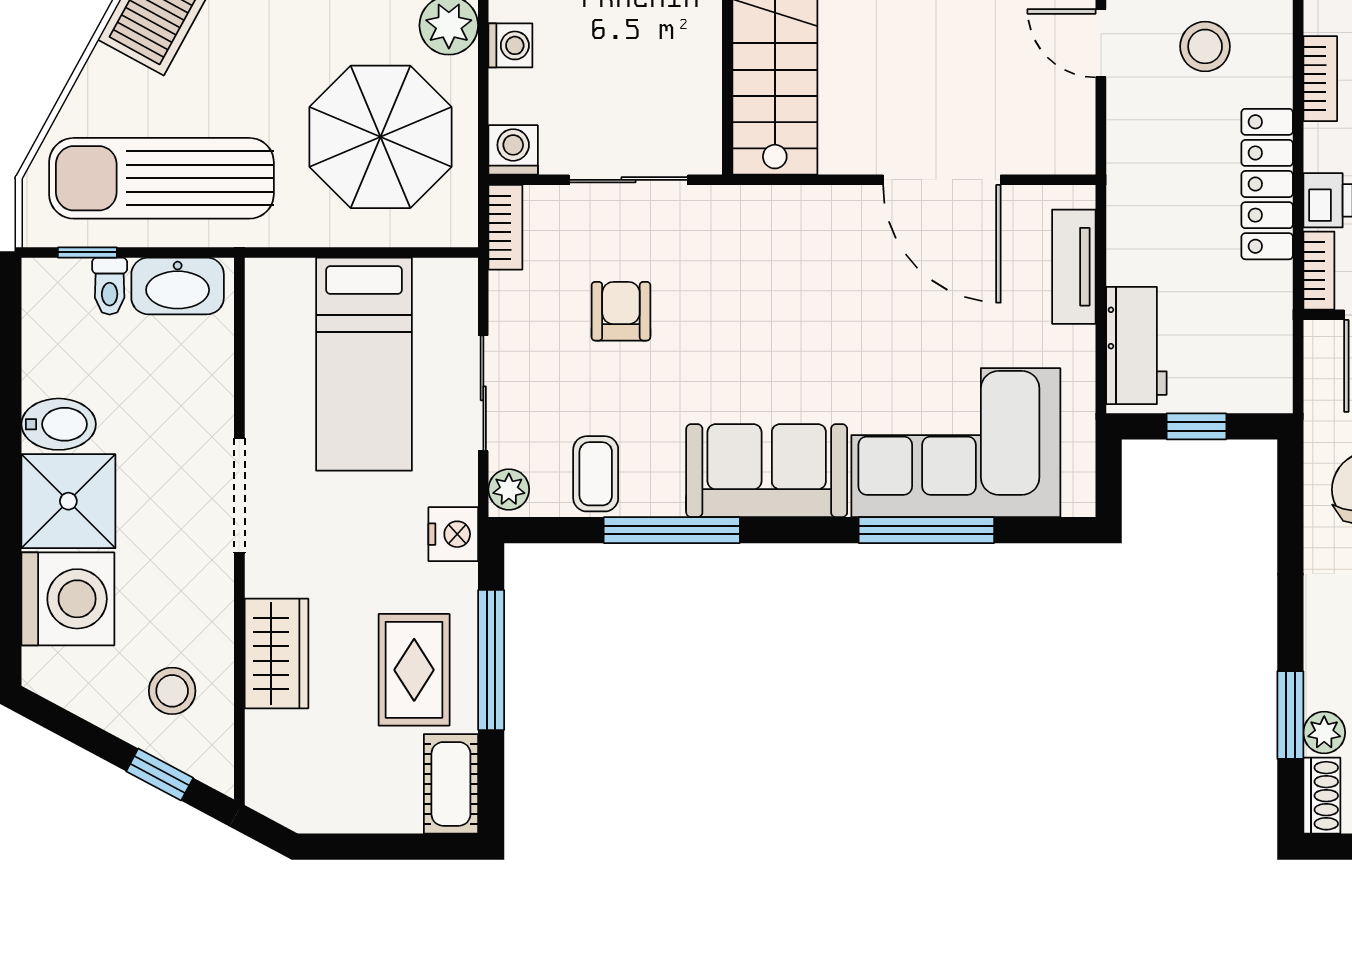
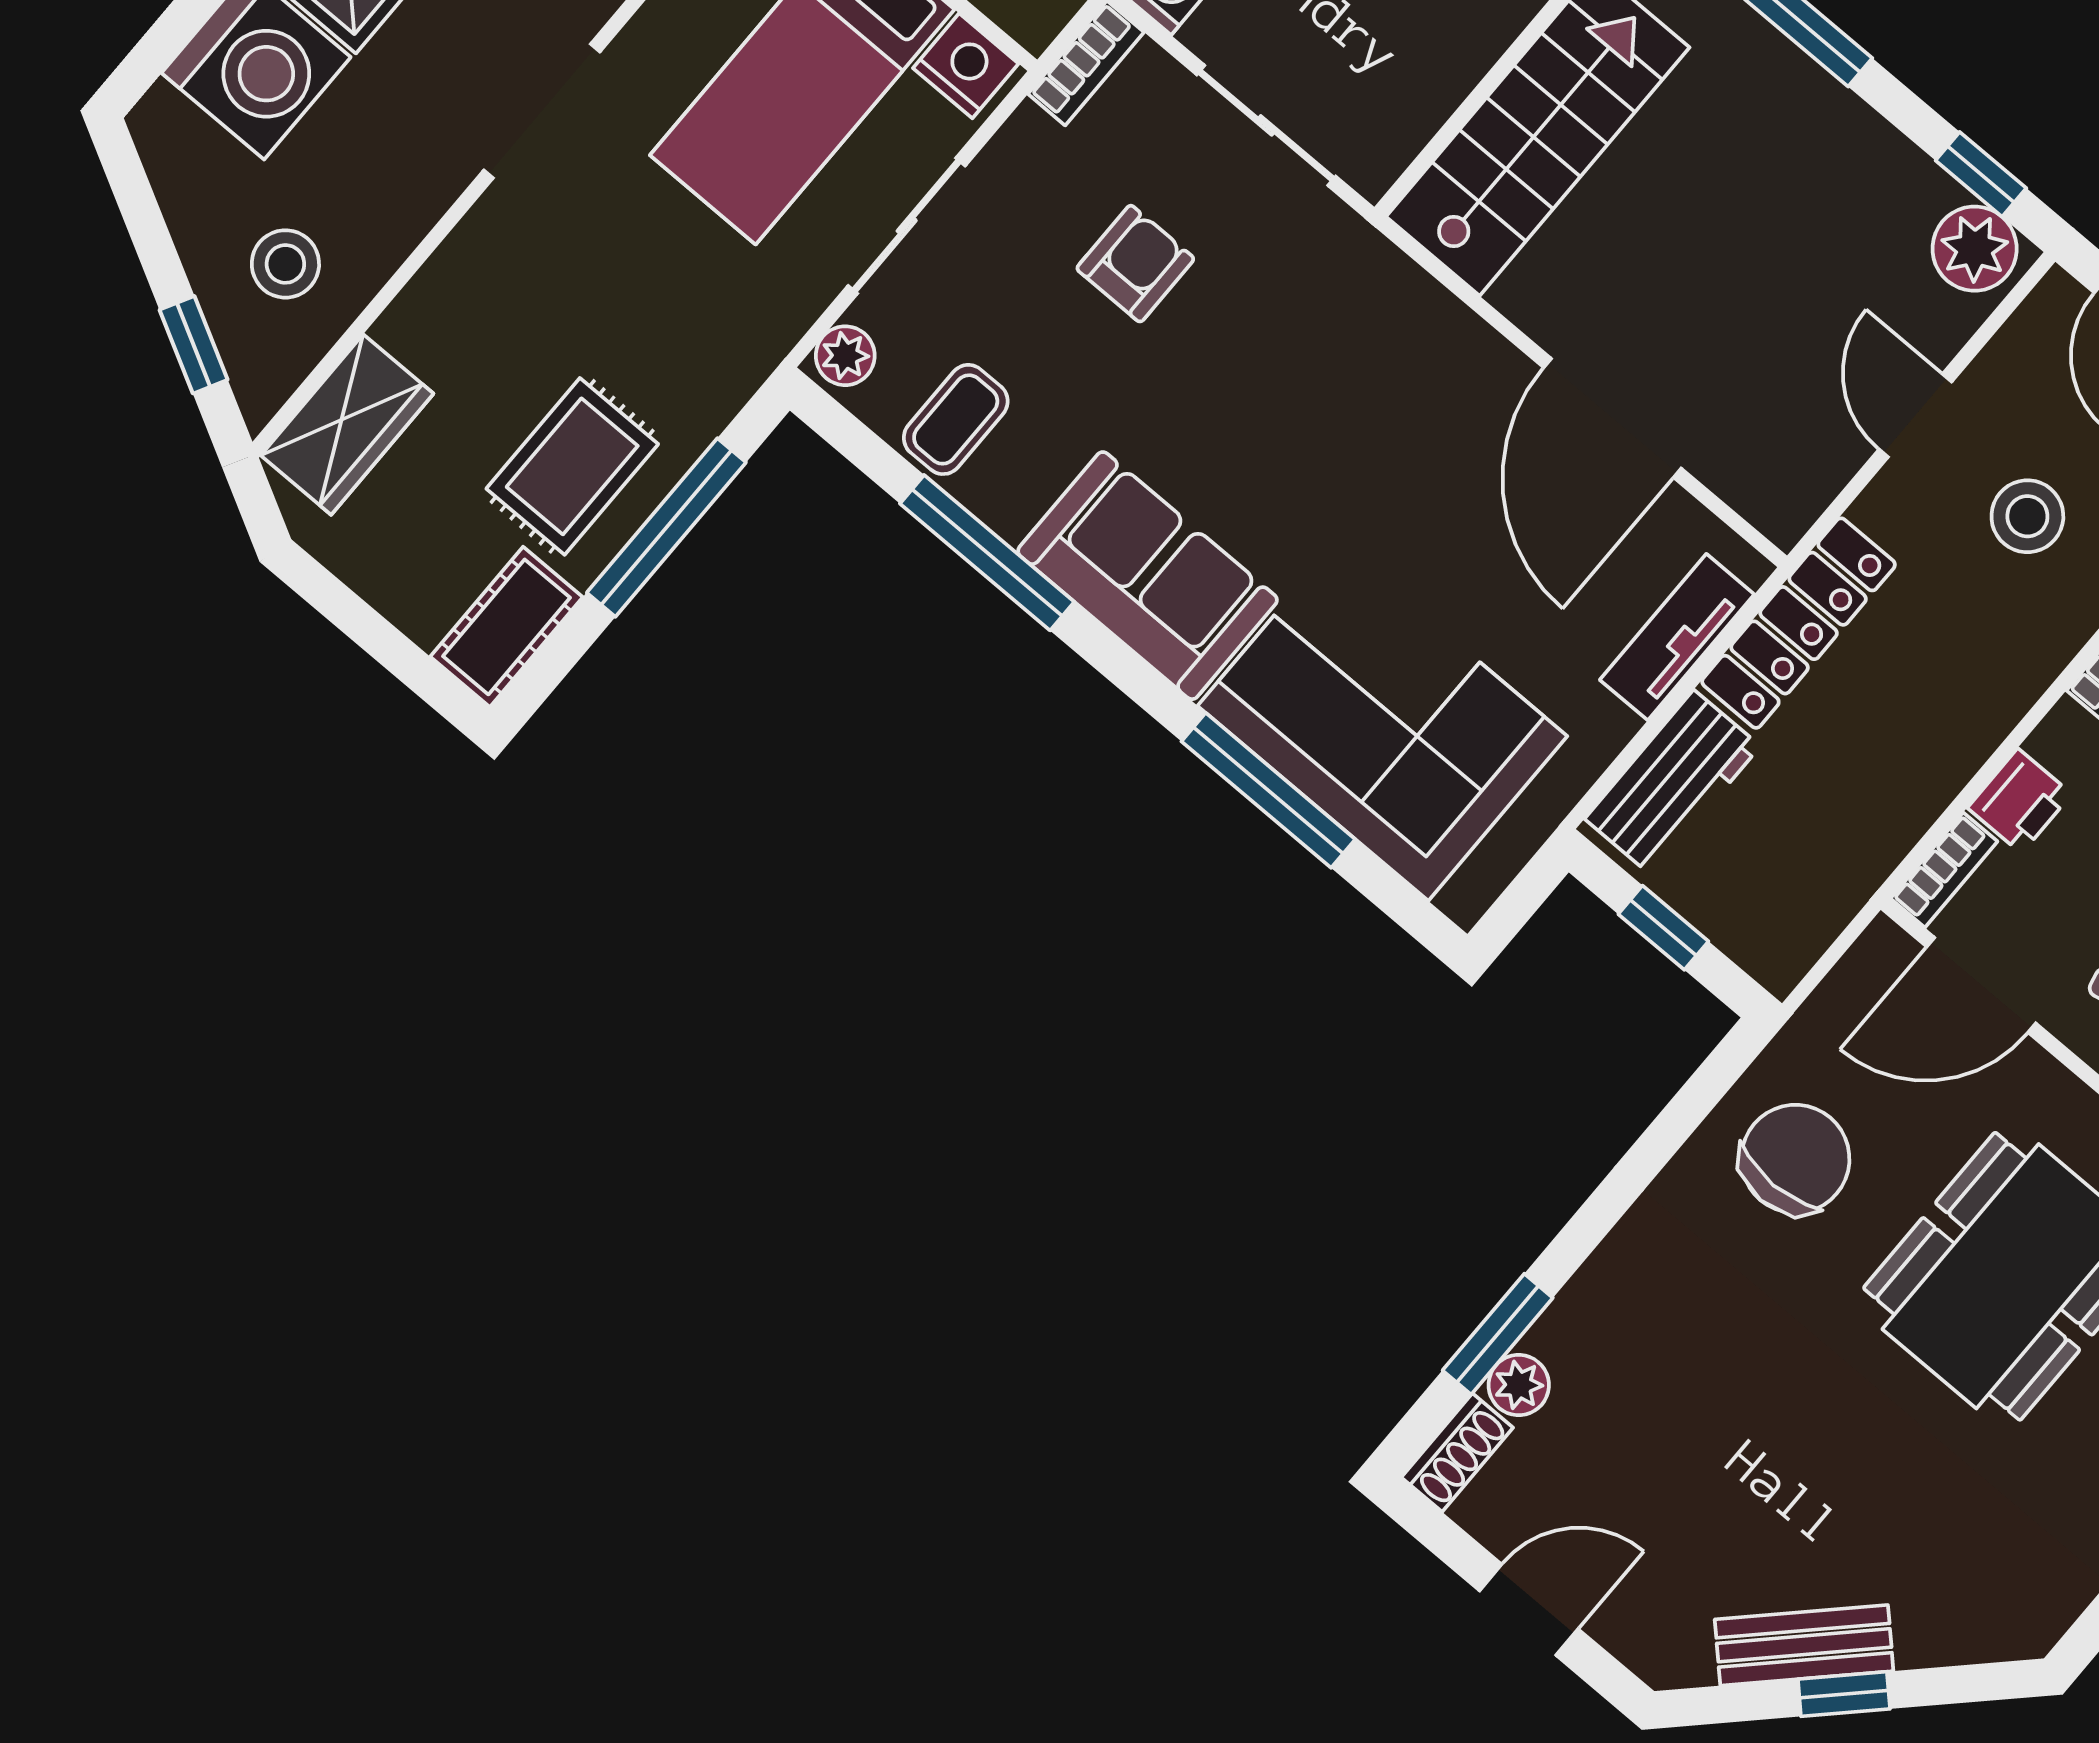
locker: (1267, 184) -> (1799, 623), moved, turned 180
nightstand: (453, 534) -> (966, 66), moved, turned -90
wardrobe: (276, 653) -> (347, 424), moved

